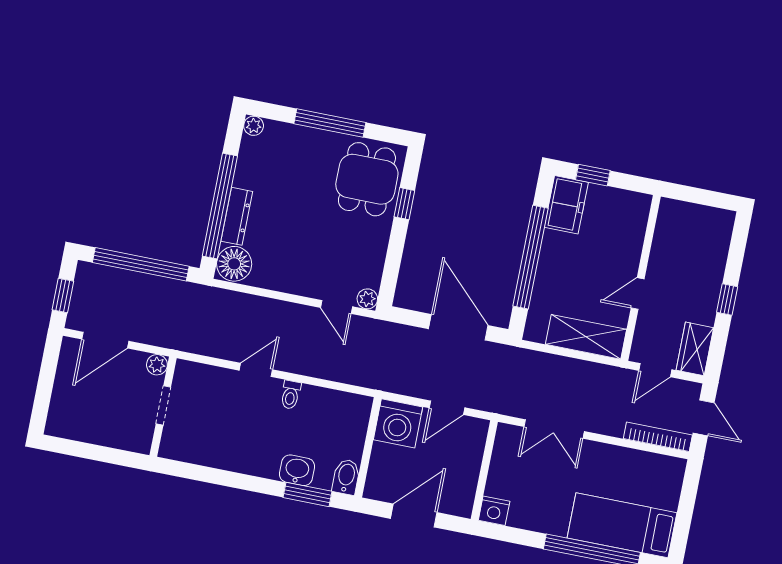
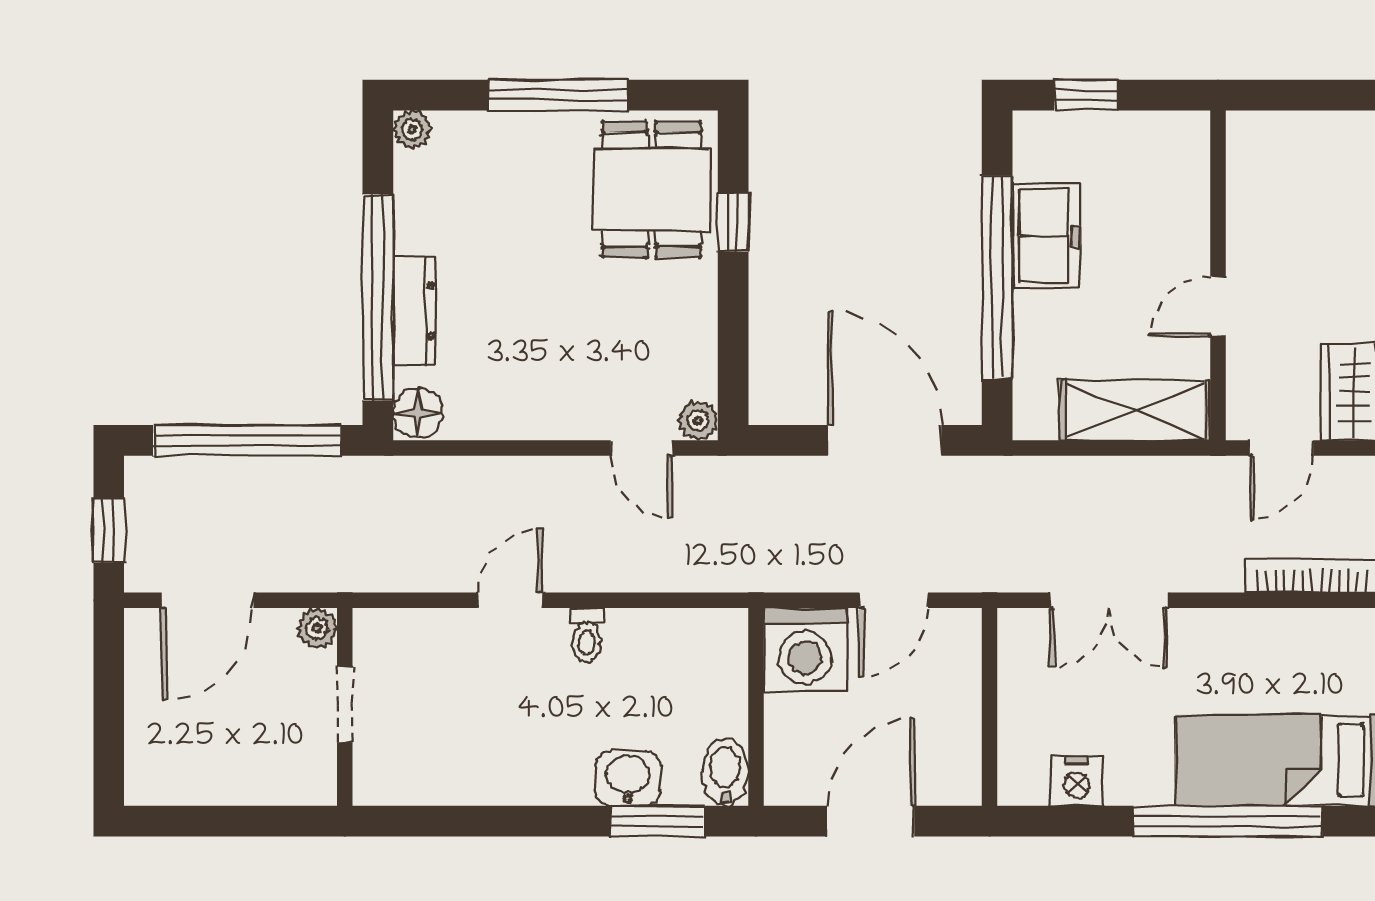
freezer: (566, 205) -> (1046, 236), moved
floor lamp: (234, 264) -> (418, 413), width x0.73, depth x0.73
nightstand: (494, 511) -> (1077, 781), moved

